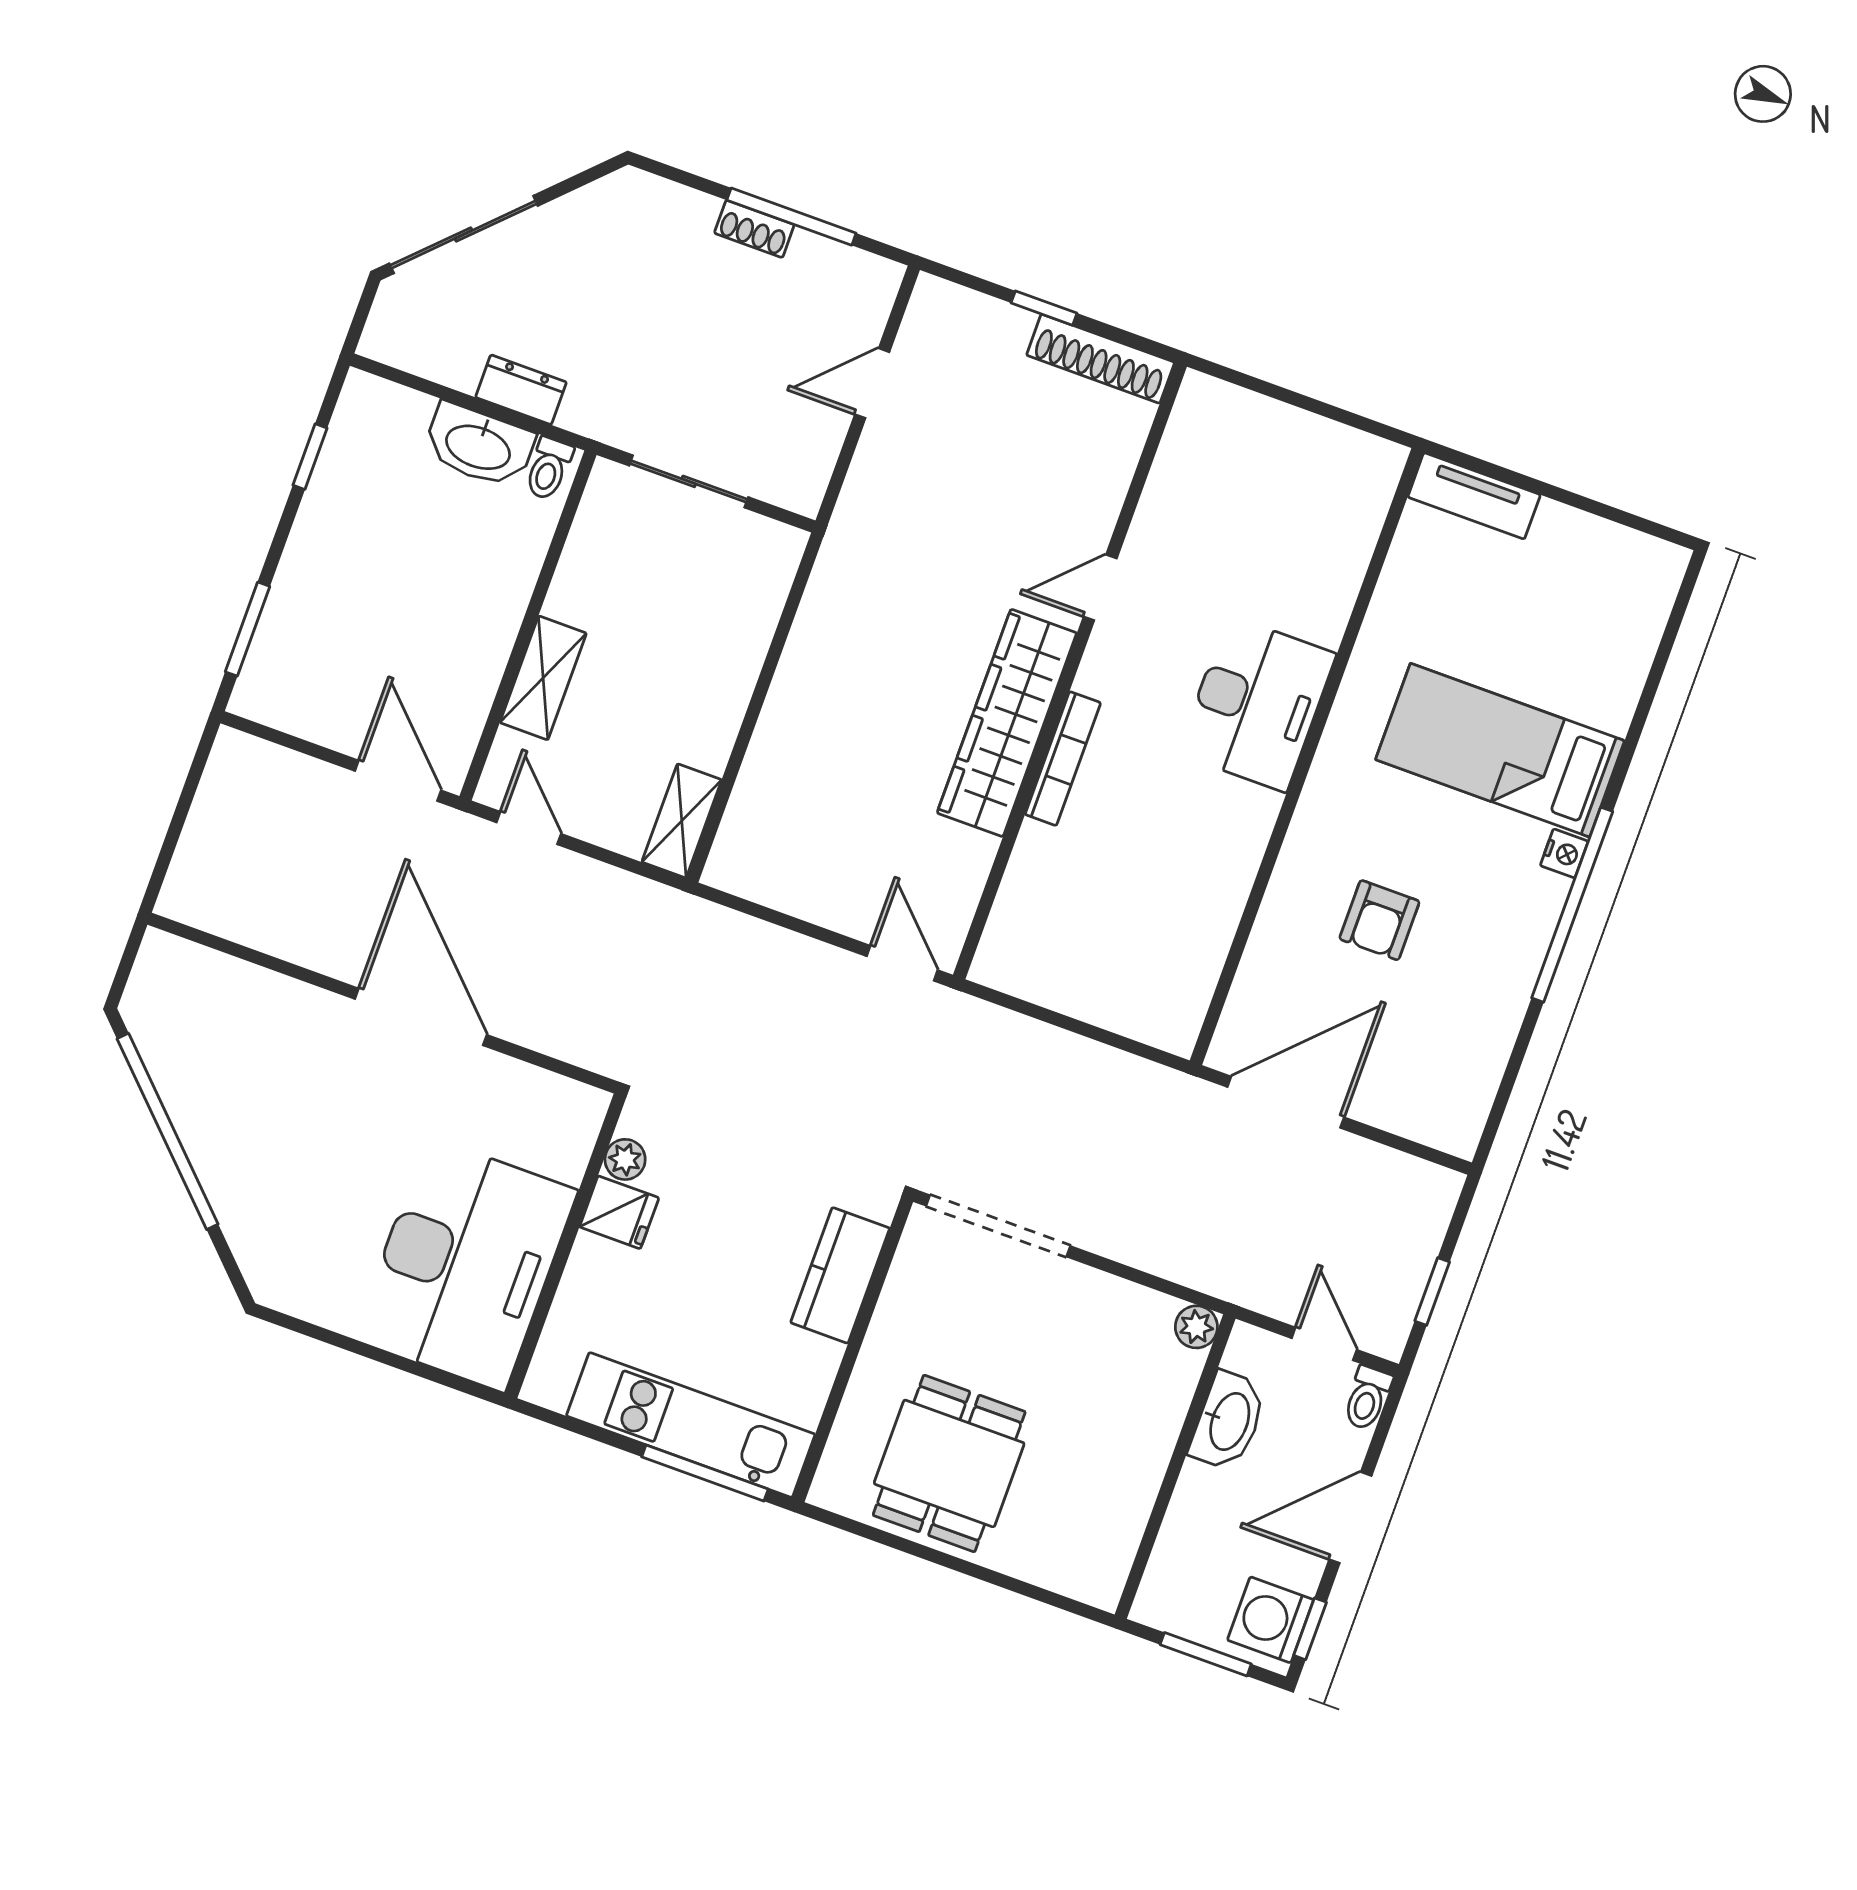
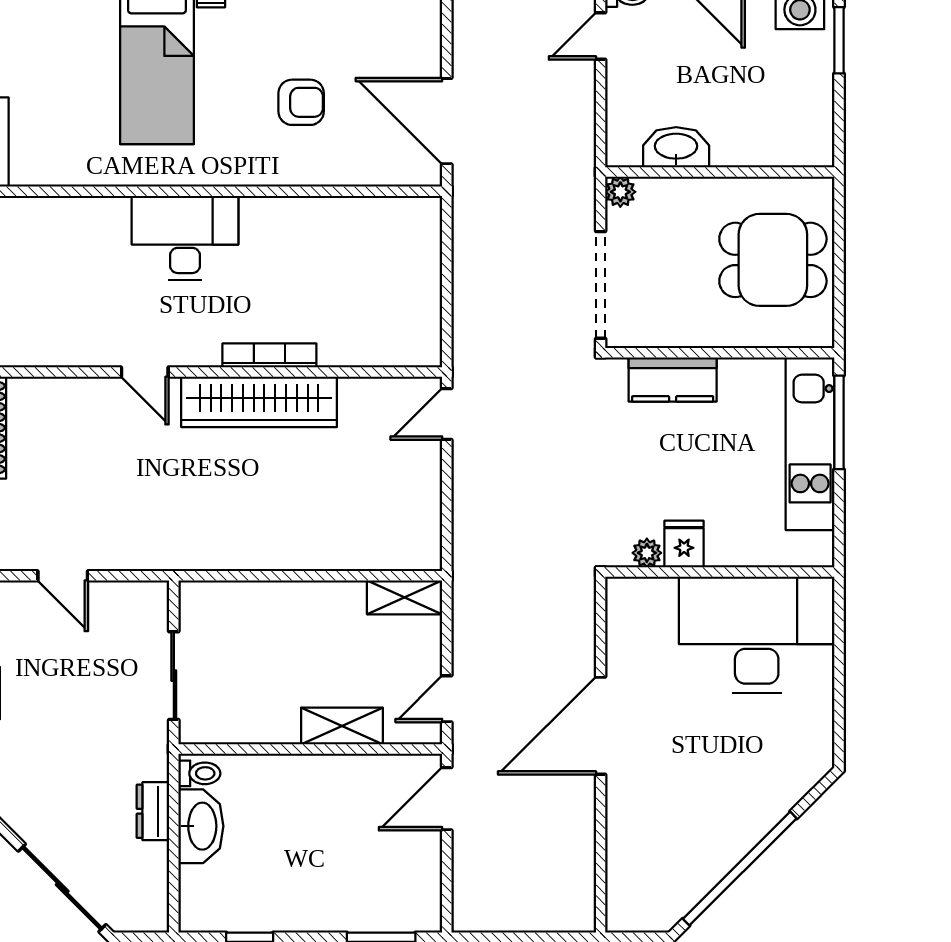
plant: (1196, 1327) -> (620, 192), moved
washbasin: (1228, 1421) -> (676, 147), moved
wall: (1175, 1467) -> (720, 172), moved

